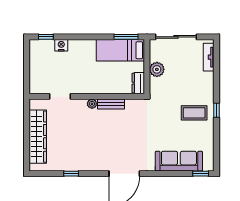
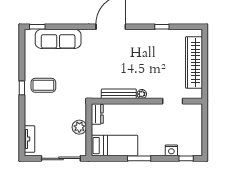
window: (126, 37) -> (139, 158), moved
bench: (111, 104) -> (119, 94), width x1.36

